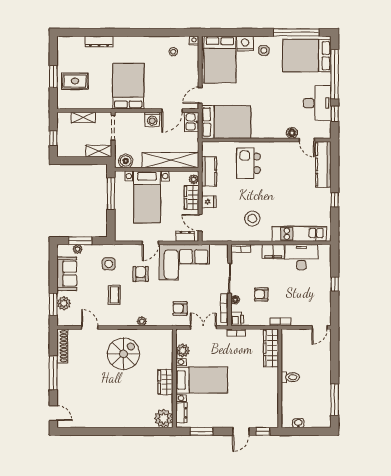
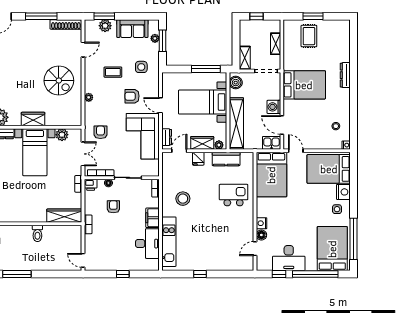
dresser: (99, 41) -> (345, 75), moved
nightstand: (279, 133) -> (261, 223), added
kitchen counter: (323, 164) -> (233, 264), removed
armchair: (141, 274) -> (132, 96), turned 180

